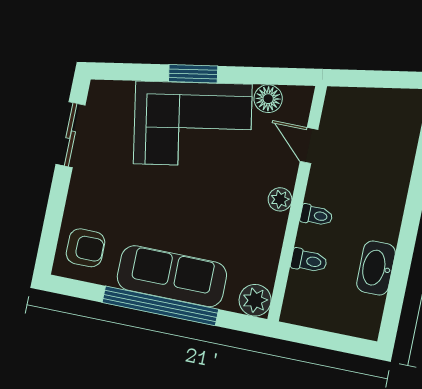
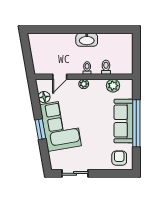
washbasin: (376, 268) -> (87, 40), moved
plant: (255, 300) -> (113, 86), moved

